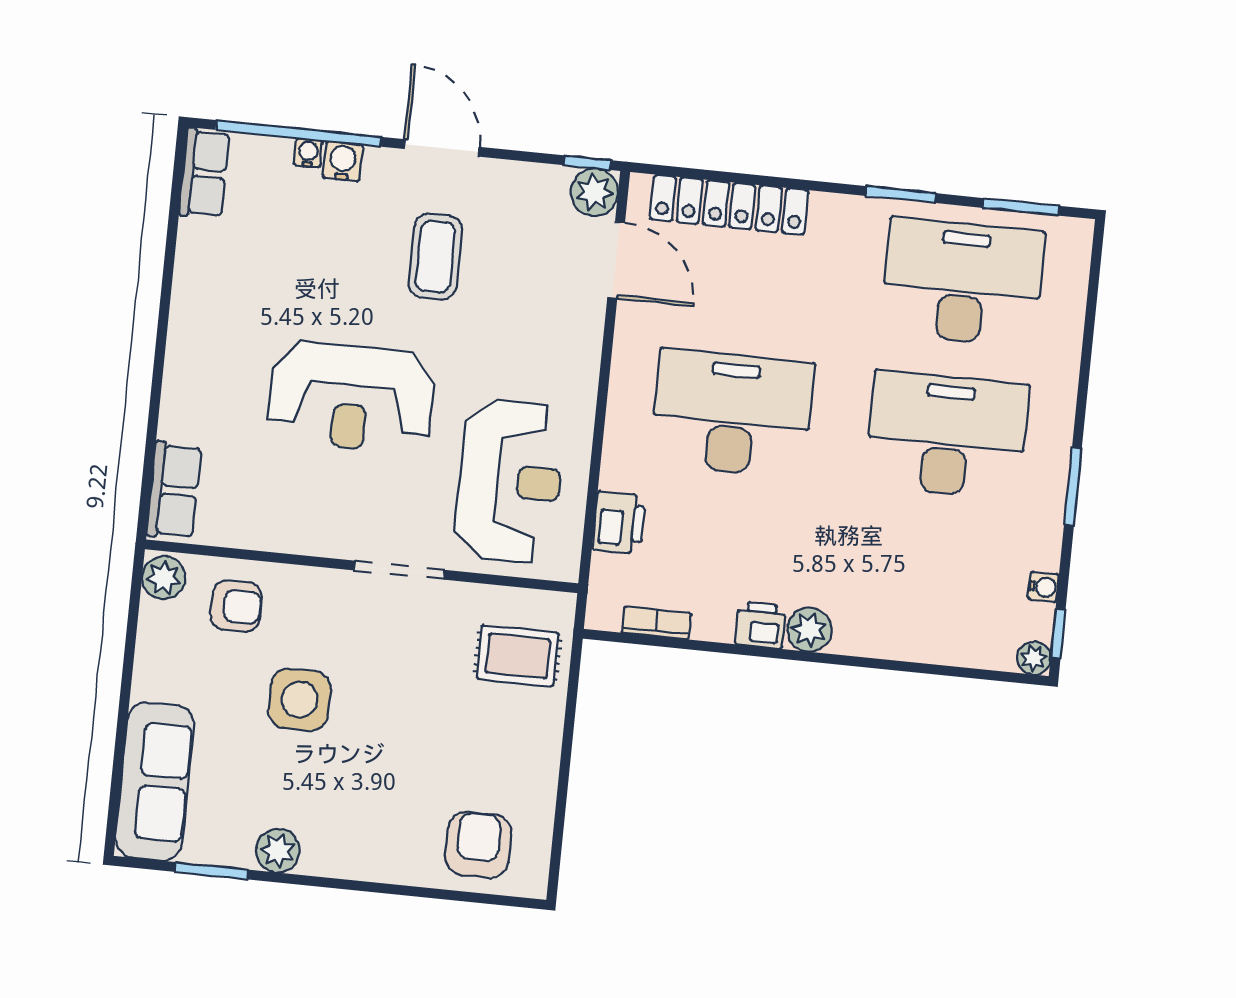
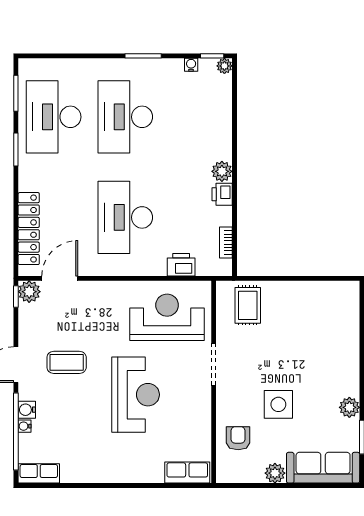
plant: (164, 578) -> (275, 473), moved
armchair: (478, 845) -> (337, 315), removed

